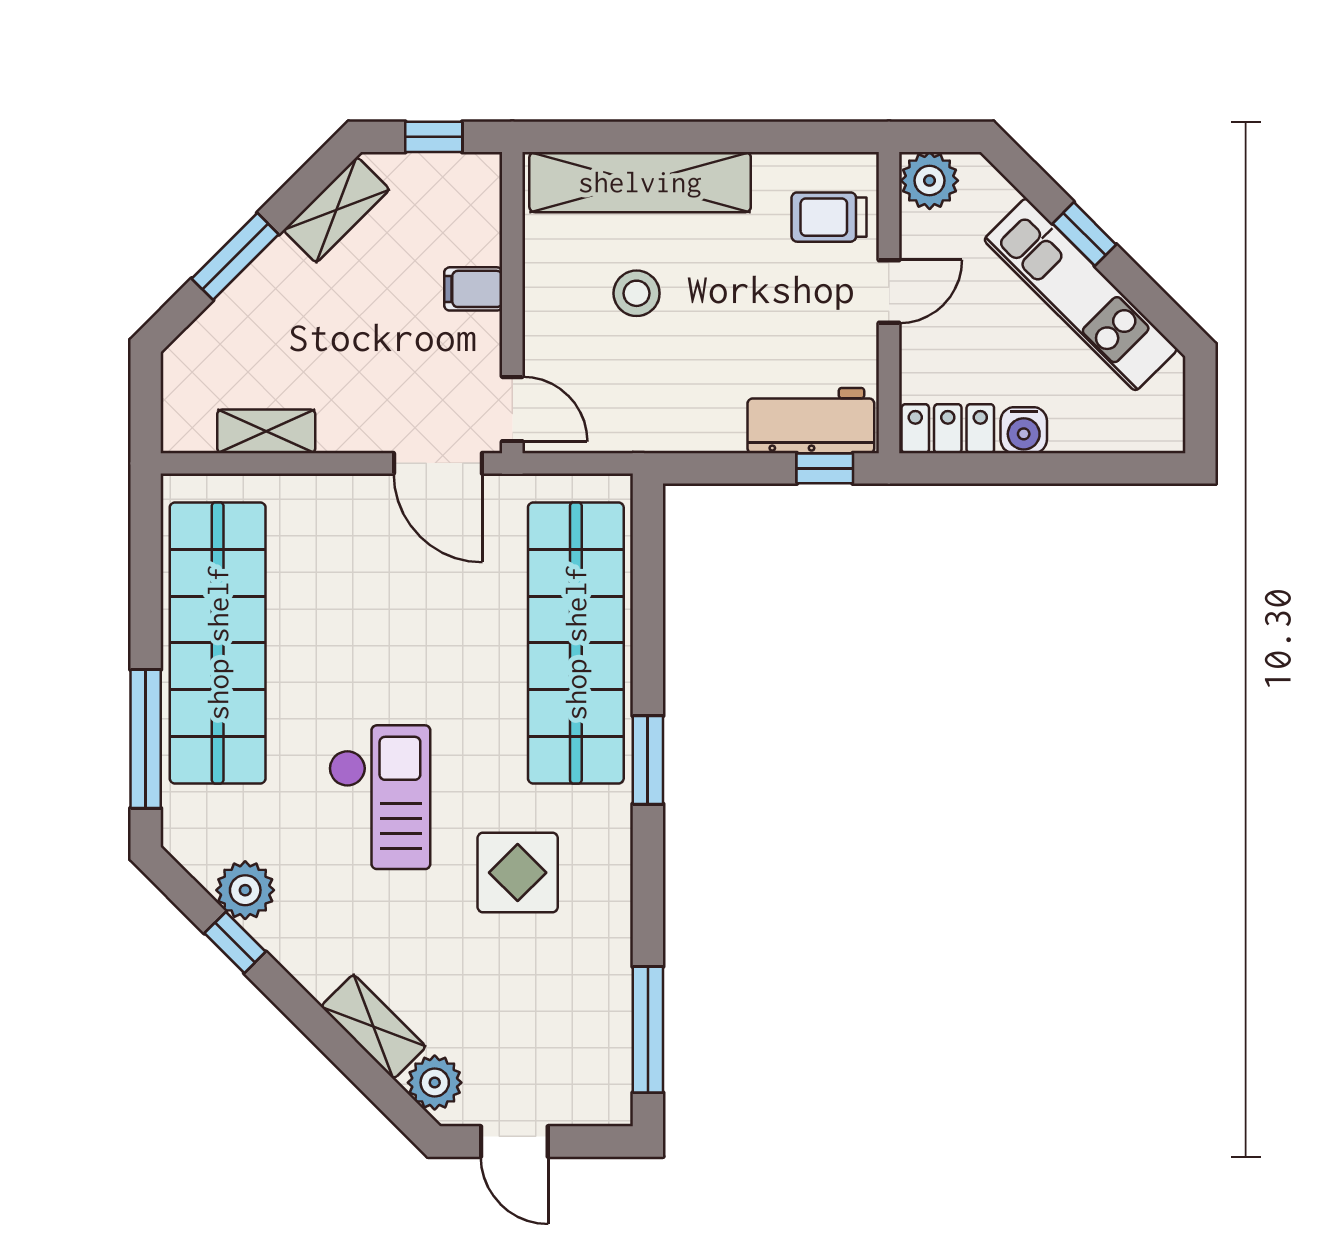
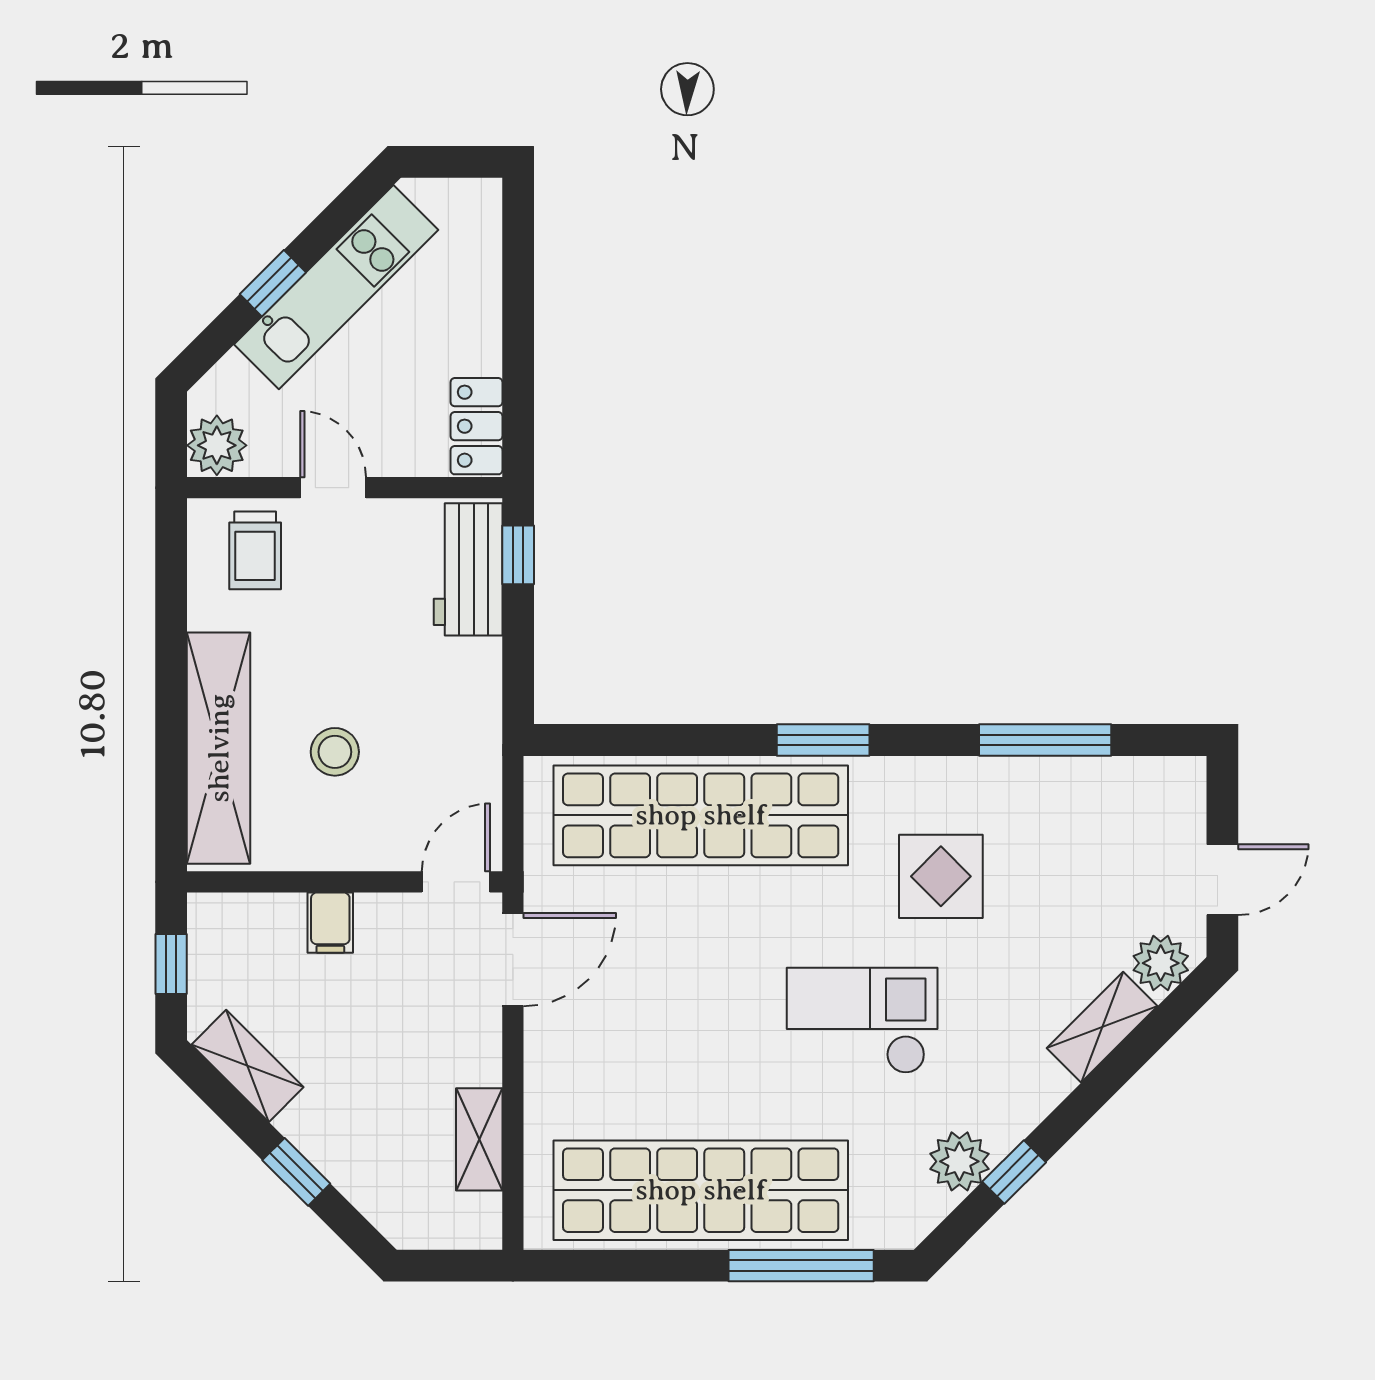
window: (235, 256) -> (296, 1172), width x0.67
water cooler: (1024, 430) -> (478, 347), removed
window: (648, 1030) -> (1045, 740), moved

